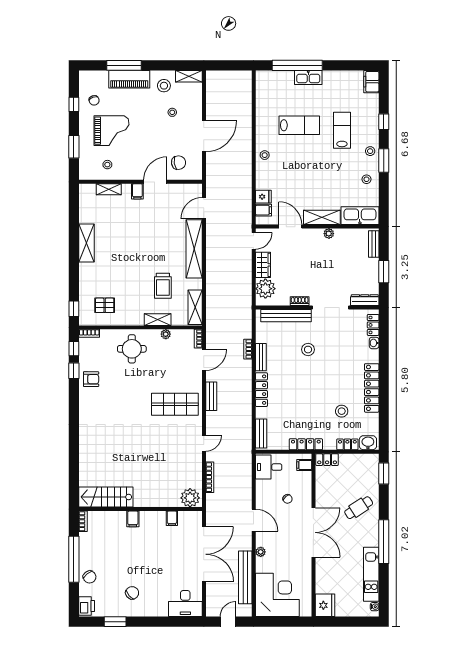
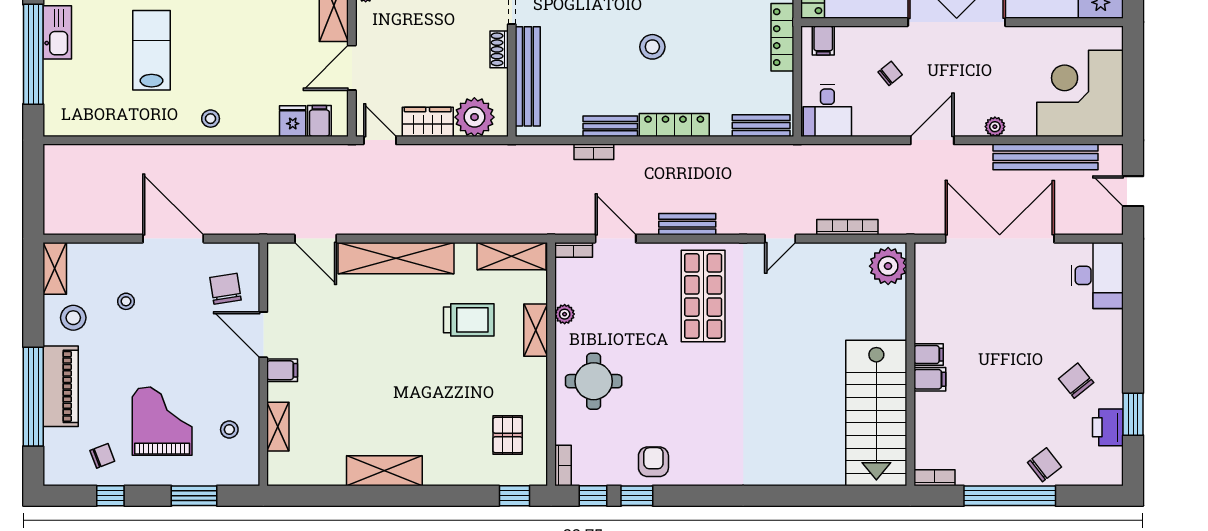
window: (124, 65) -> (33, 397), width x1.46
stool: (308, 350) -> (652, 47), moved
door: (204, 443) -> (780, 239), swing flipped
stairs: (106, 497) -> (876, 413), width x1.36, depth x1.51
filing cabinet: (172, 518) -> (929, 355), moved
printer: (87, 606) -> (1108, 427), moved, turned -90

